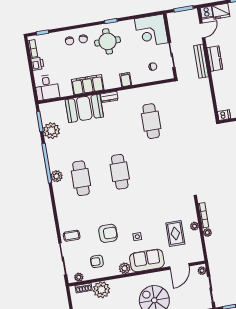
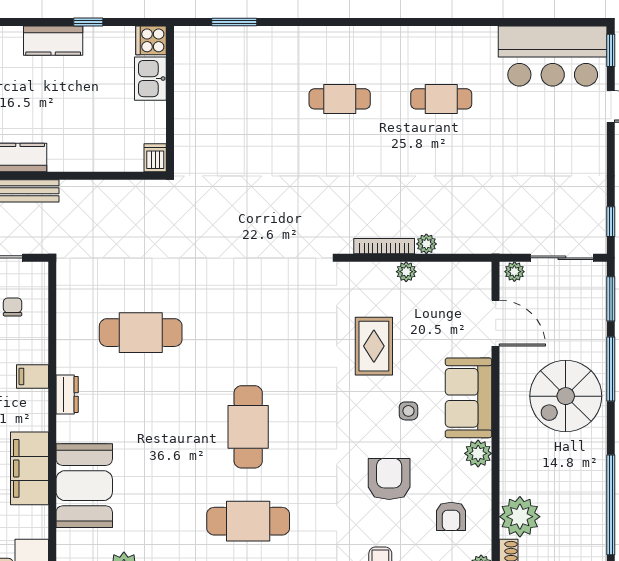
dresser: (109, 97) -> (67, 394), moved
cafe table: (120, 172) -> (248, 427), turned 90
rug: (175, 233) -> (374, 346), moved, turned 90

